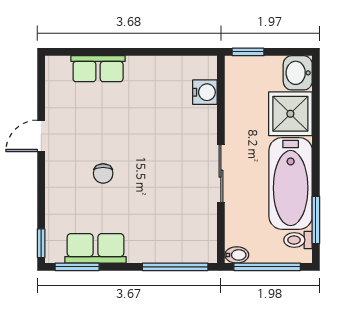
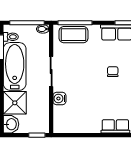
water cooler: (205, 92) -> (59, 99), moved
coffee table: (178, 244) -> (74, 35), added

